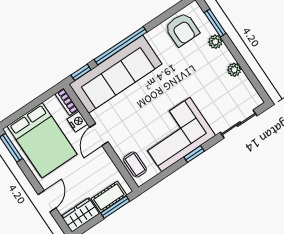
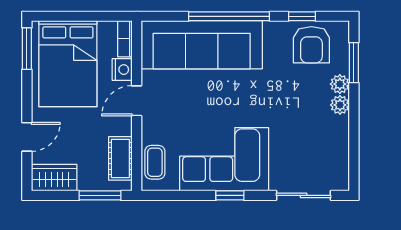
plant: (234, 70) -> (340, 105), moved
window: (81, 72) -> (302, 16), moved
cot: (109, 197) -> (120, 158), moved, turned 90

